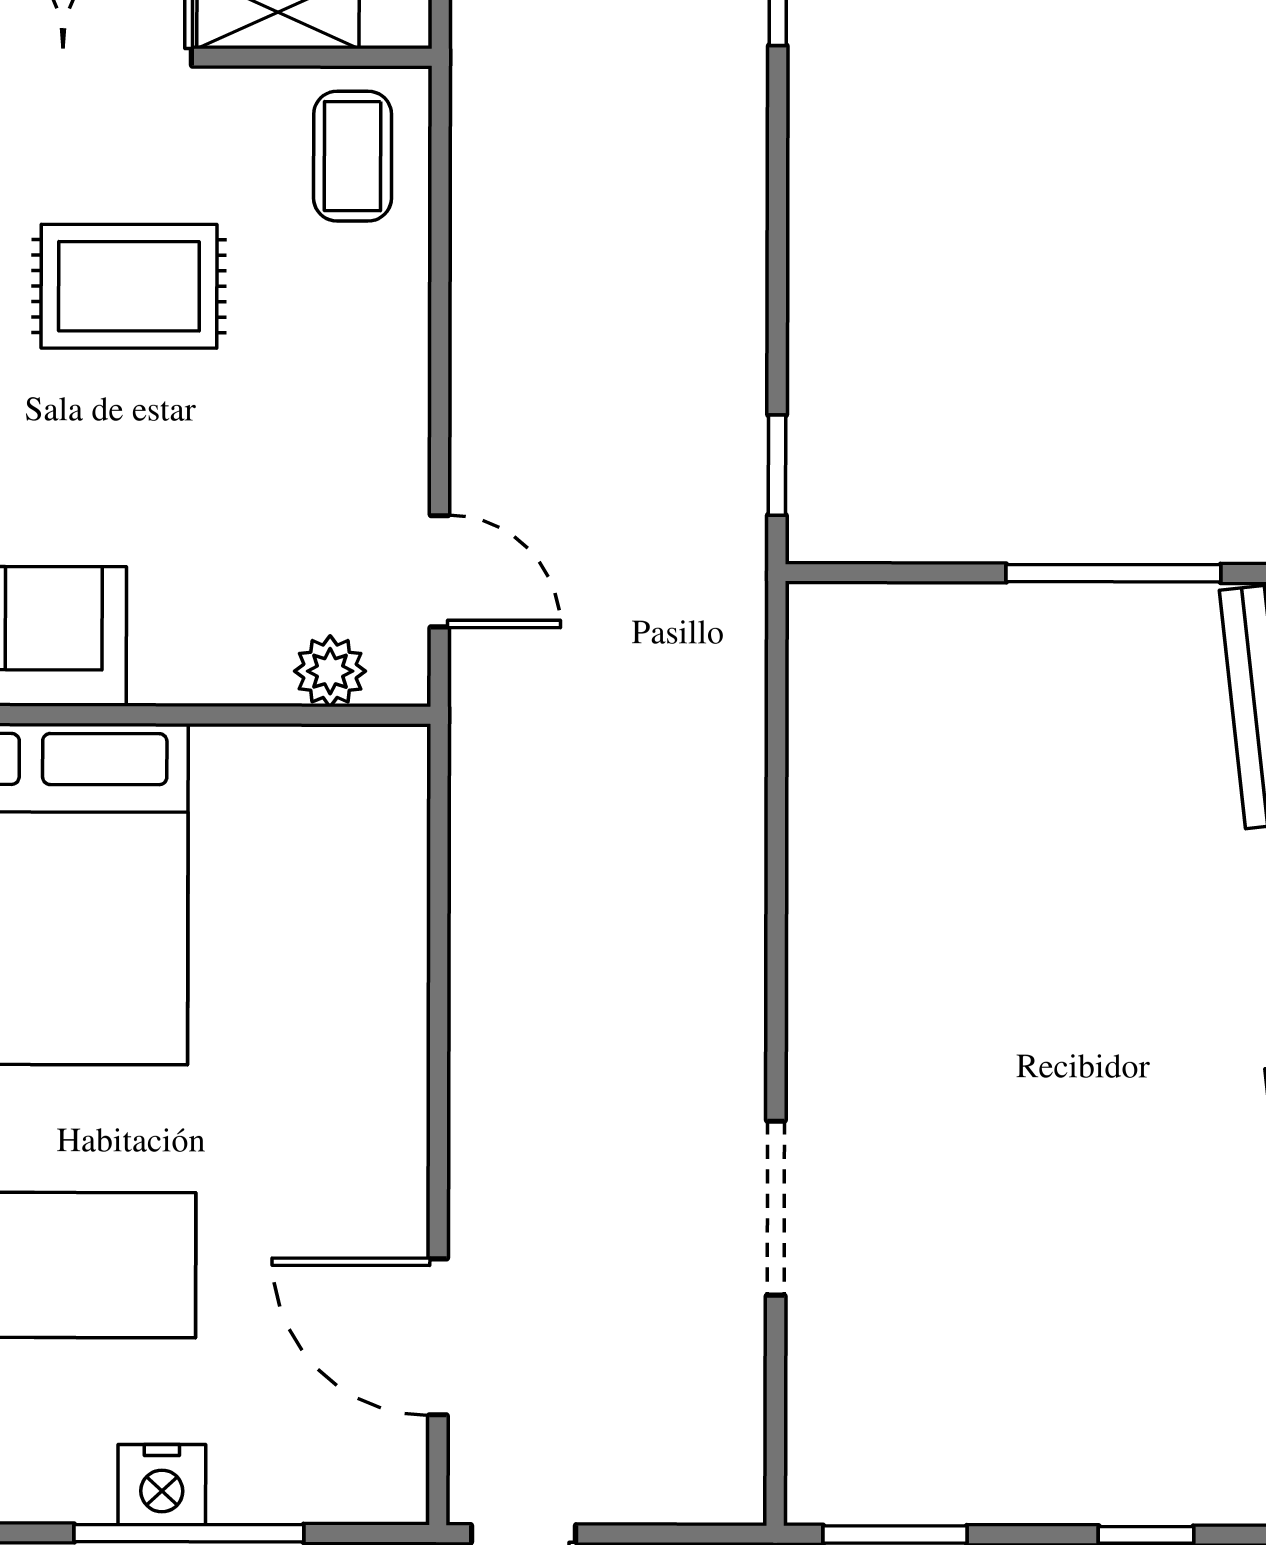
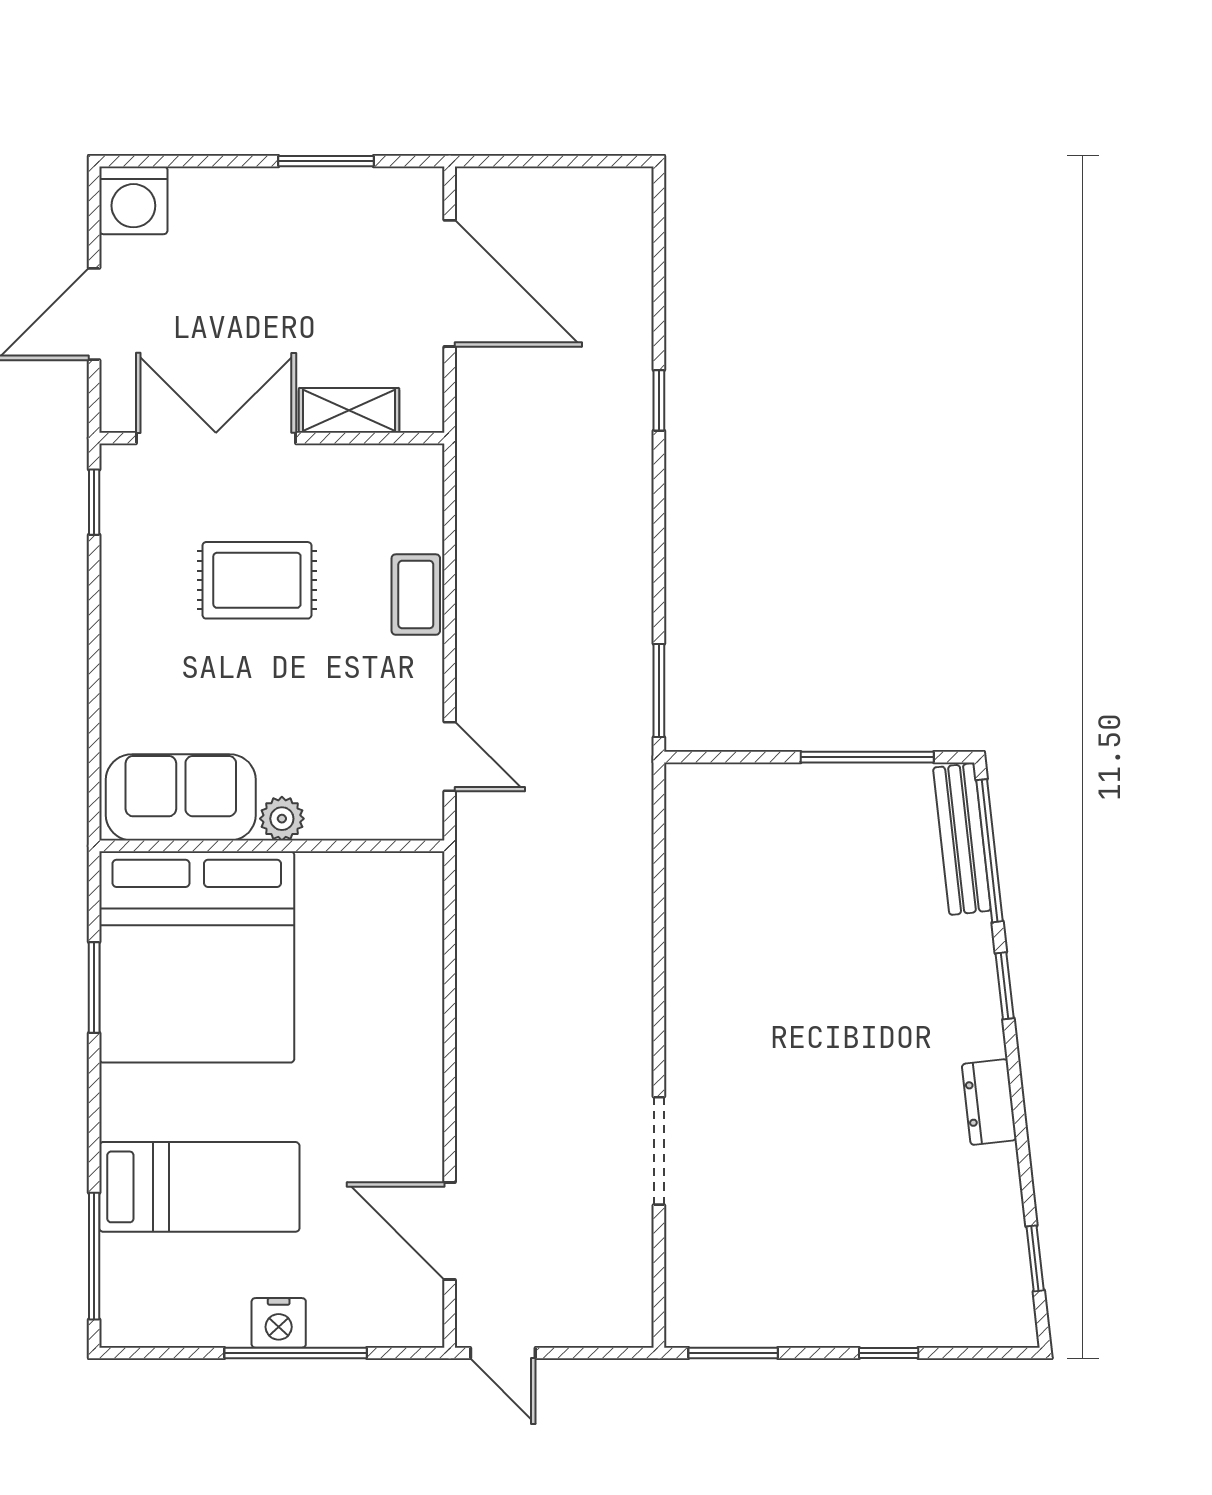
coffee table: (353, 156) -> (416, 595), moved
window: (777, 465) -> (659, 690), width x1.50
plant: (330, 671) -> (282, 819), moved

